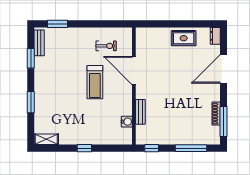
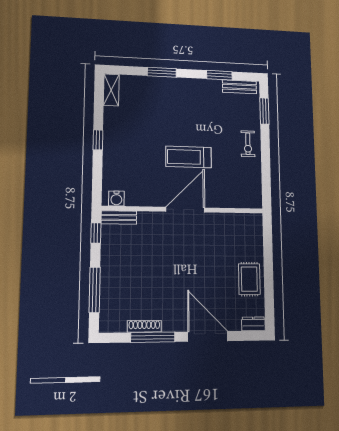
exercise bike: (106, 46) -> (248, 144), moved
door: (134, 71) -> (185, 210), moved
bench: (140, 112) -> (119, 217), moved
water cooler: (127, 122) -> (116, 198), moved
window: (223, 122) -> (153, 337), moved

